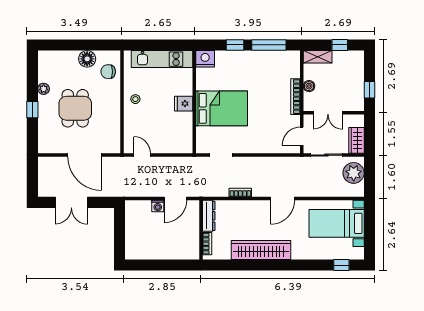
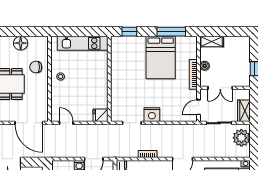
window: (235, 45) -> (129, 32), moved
window: (340, 45) -> (230, 32), removed
nightstand: (205, 59) -> (152, 115), moved, turned 180
chair: (108, 72) -> (36, 67), moved
fridge: (184, 104) -> (100, 115), moved
bed: (222, 108) -> (161, 58), moved, turned 90
door: (85, 155) -> (29, 123), moved

